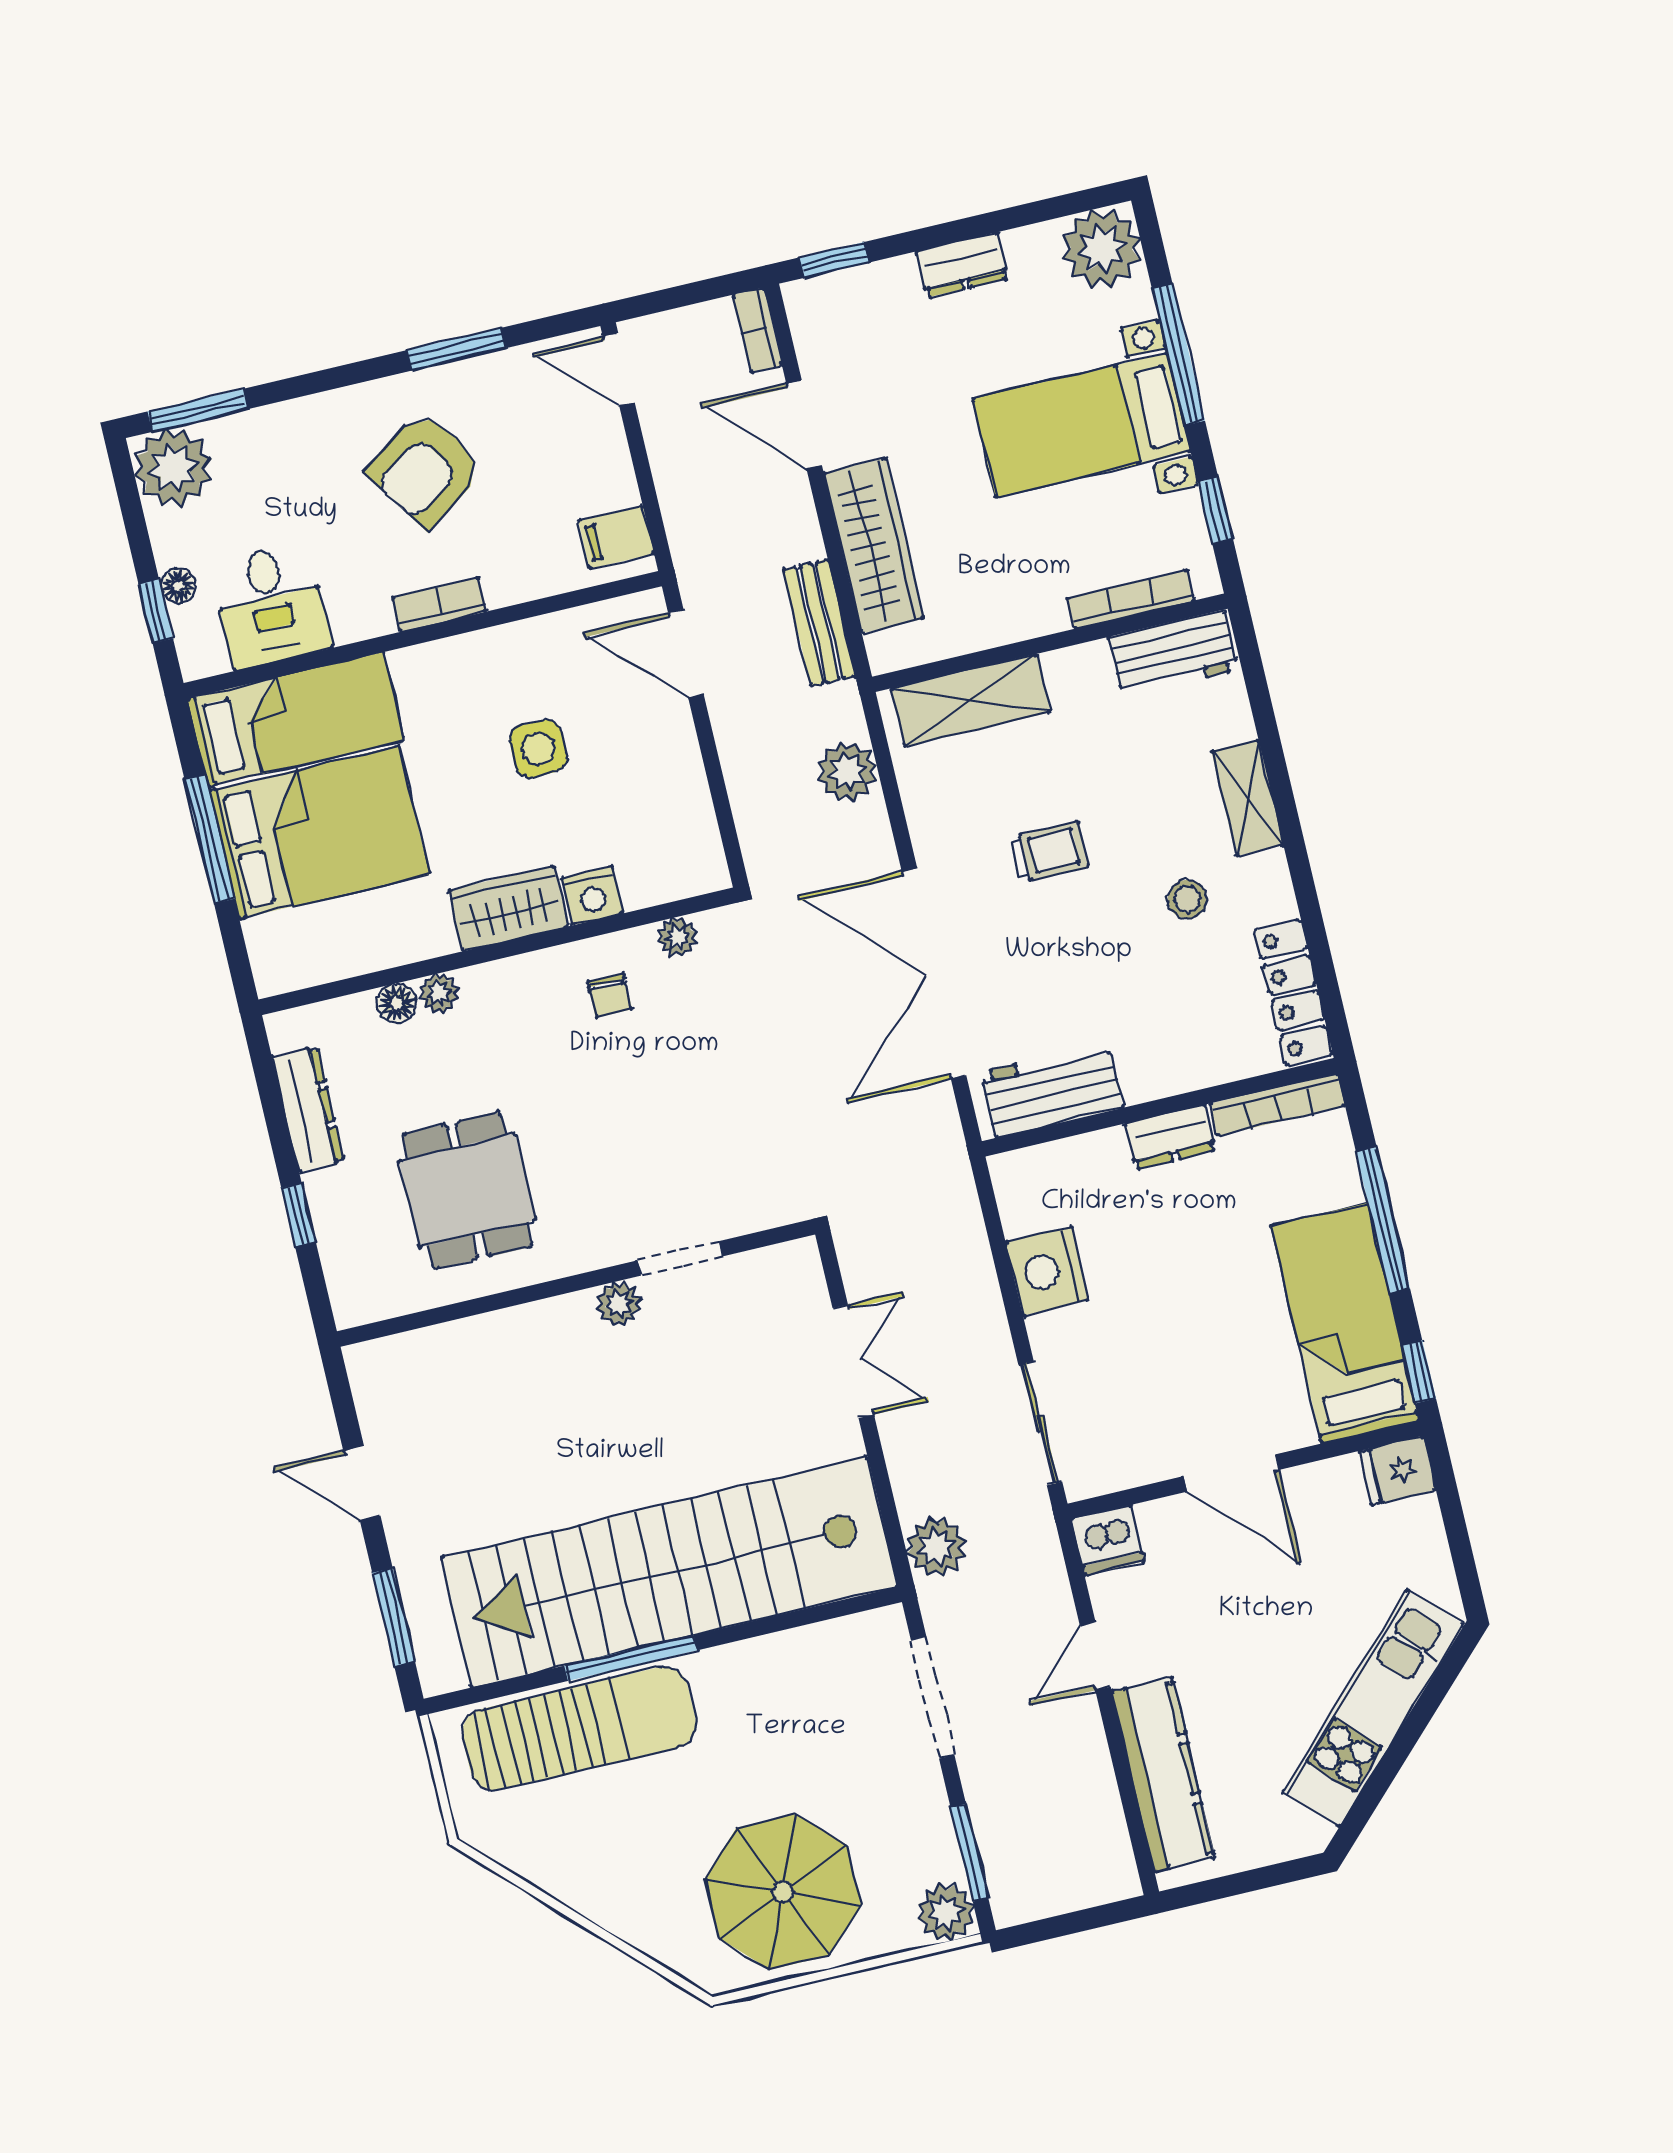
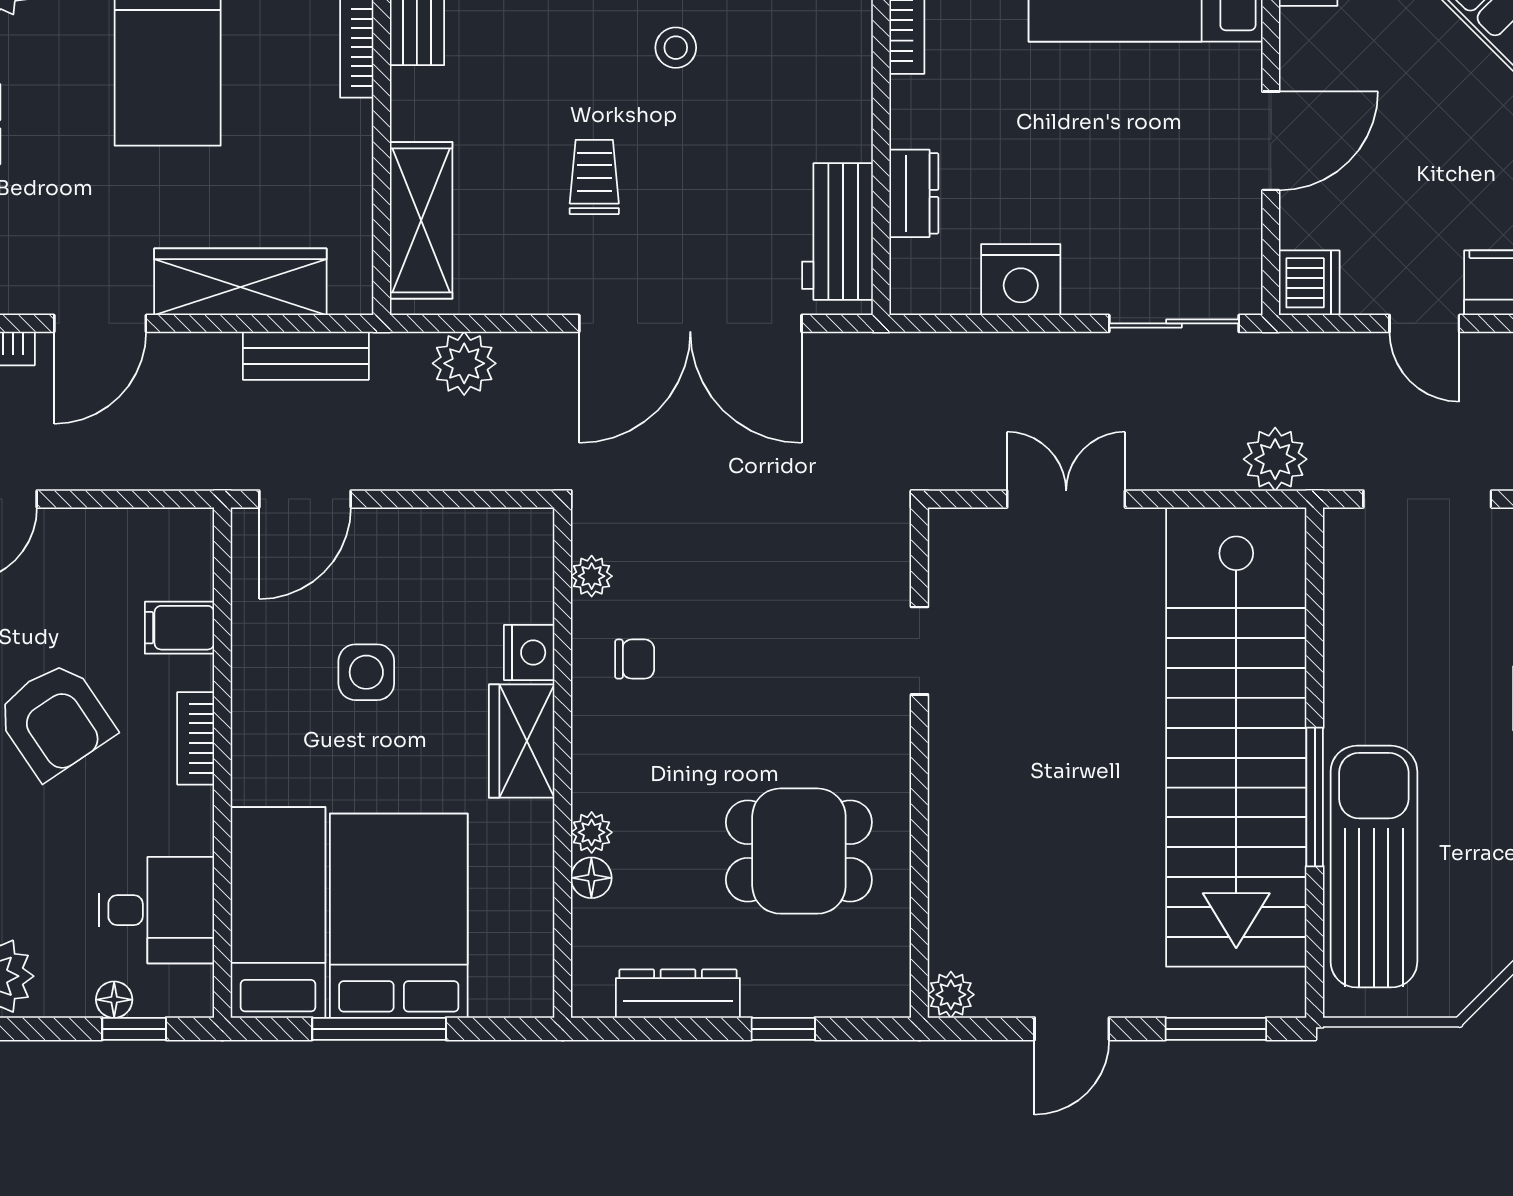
filing cabinet: (616, 537) -> (179, 628), moved, turned 90
dresser: (1171, 1137) -> (914, 193), moved
plant: (619, 1304) -> (951, 995), moved

